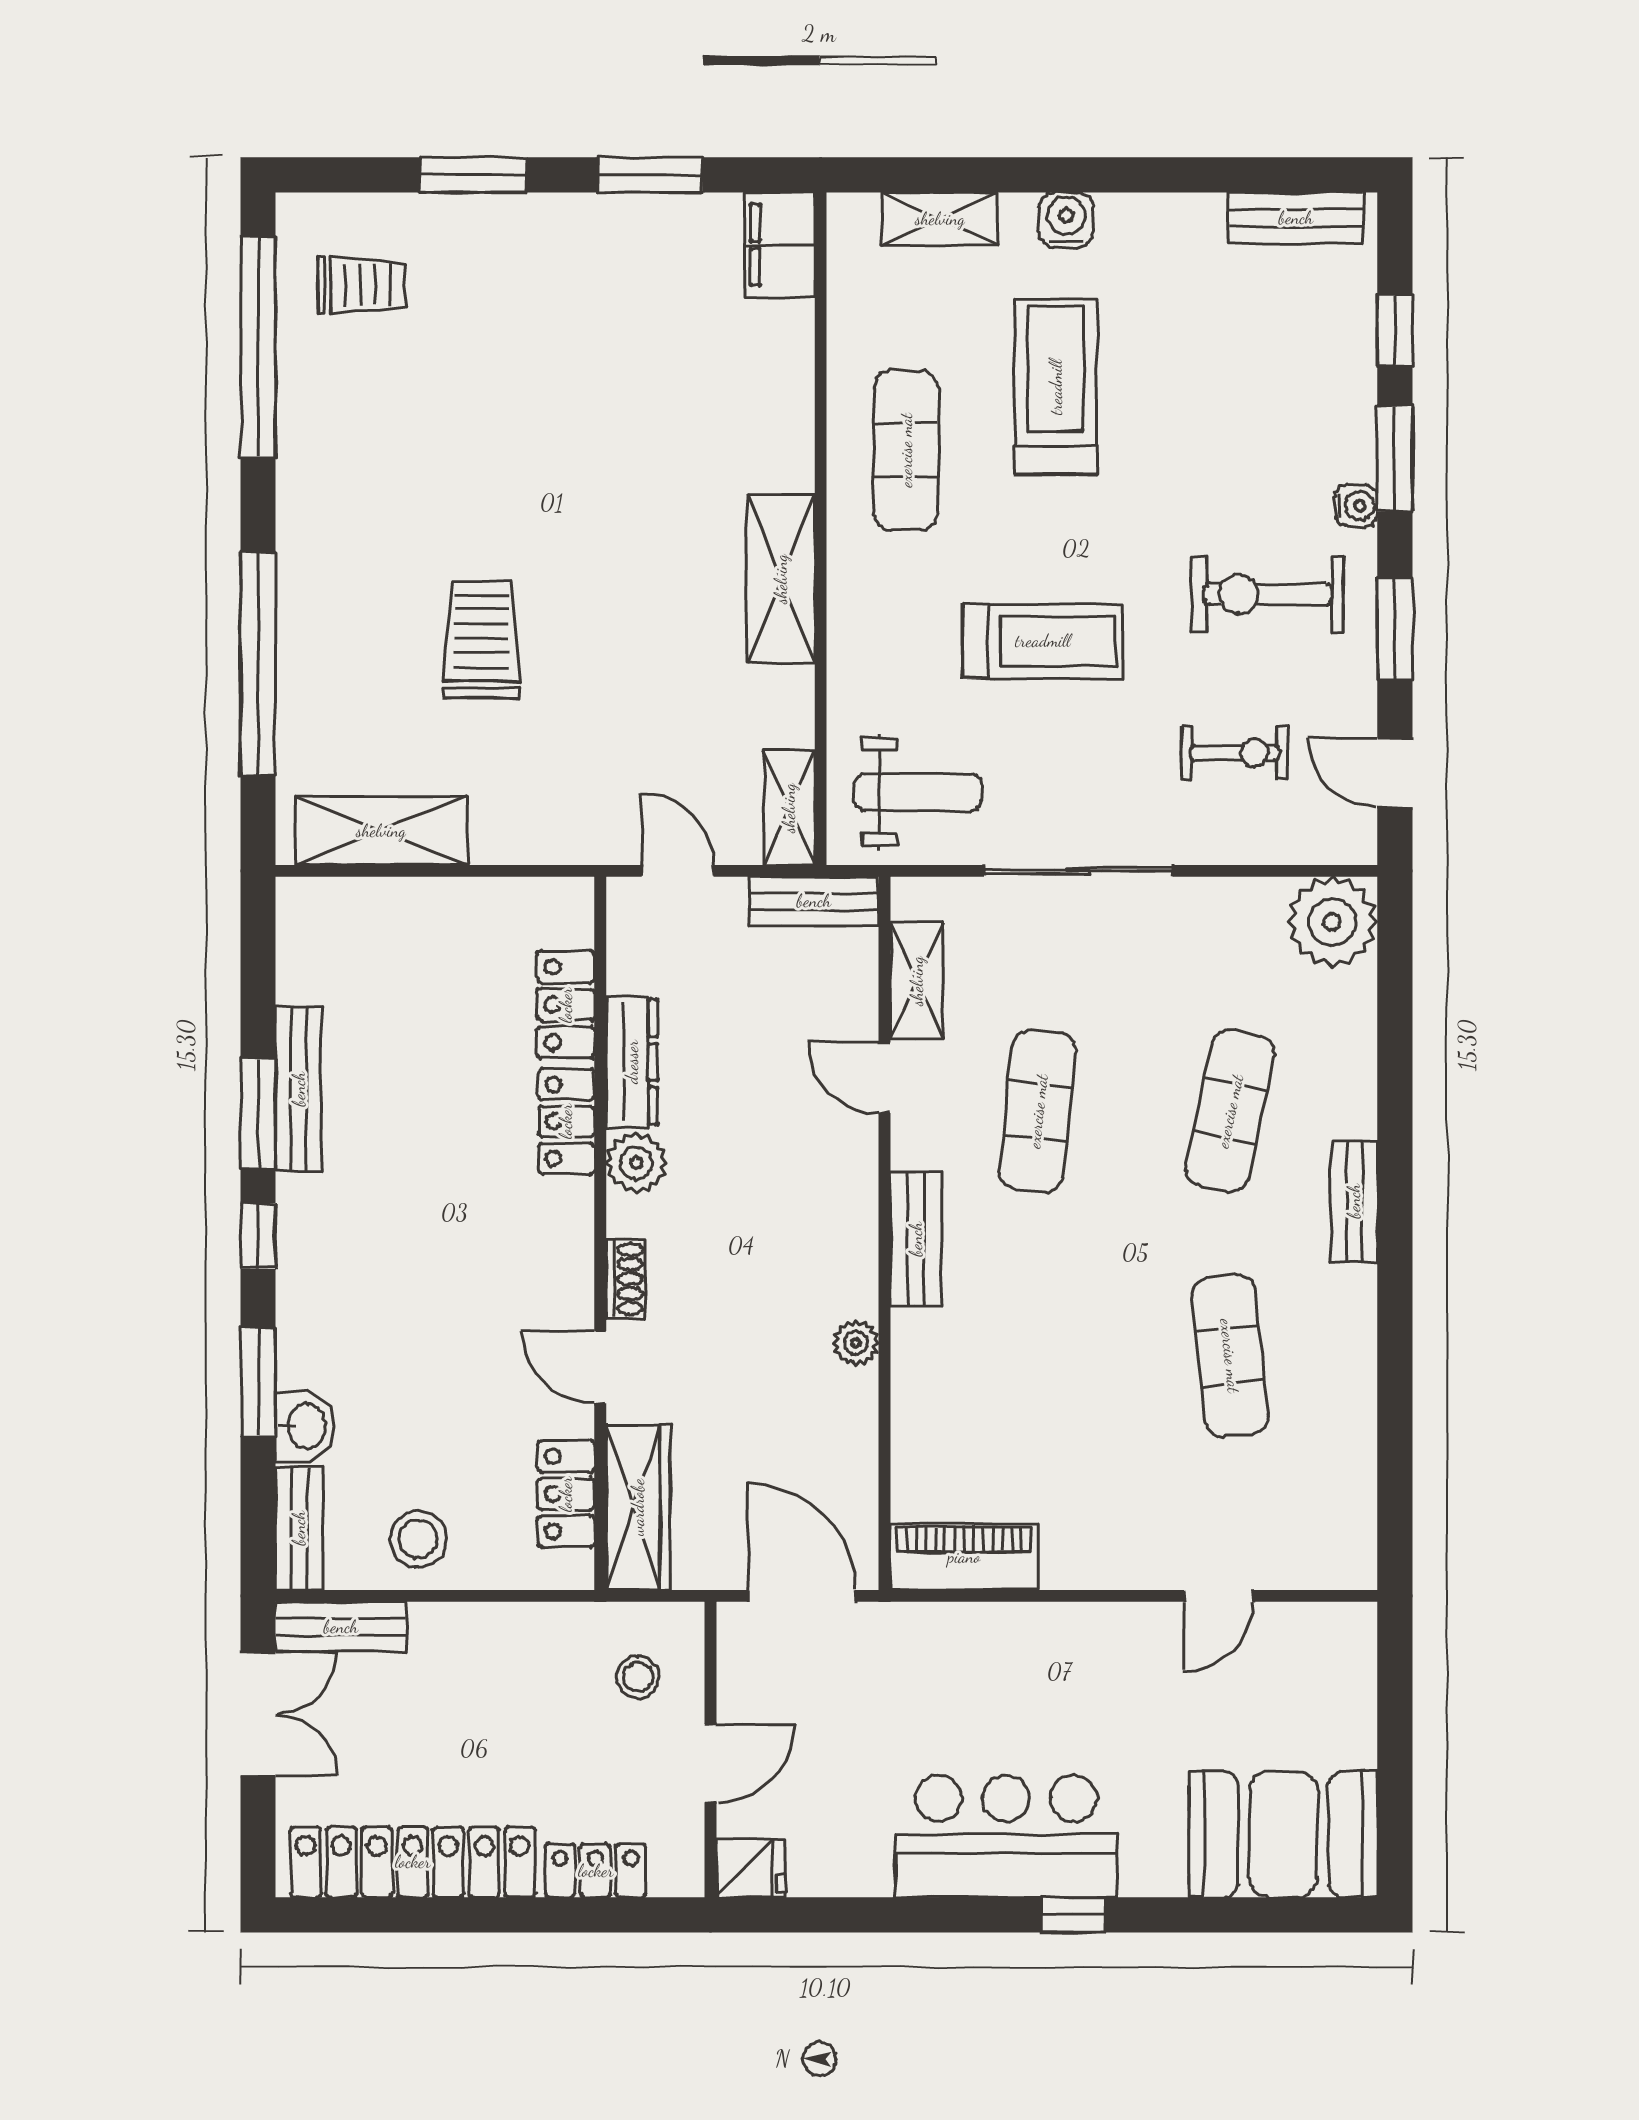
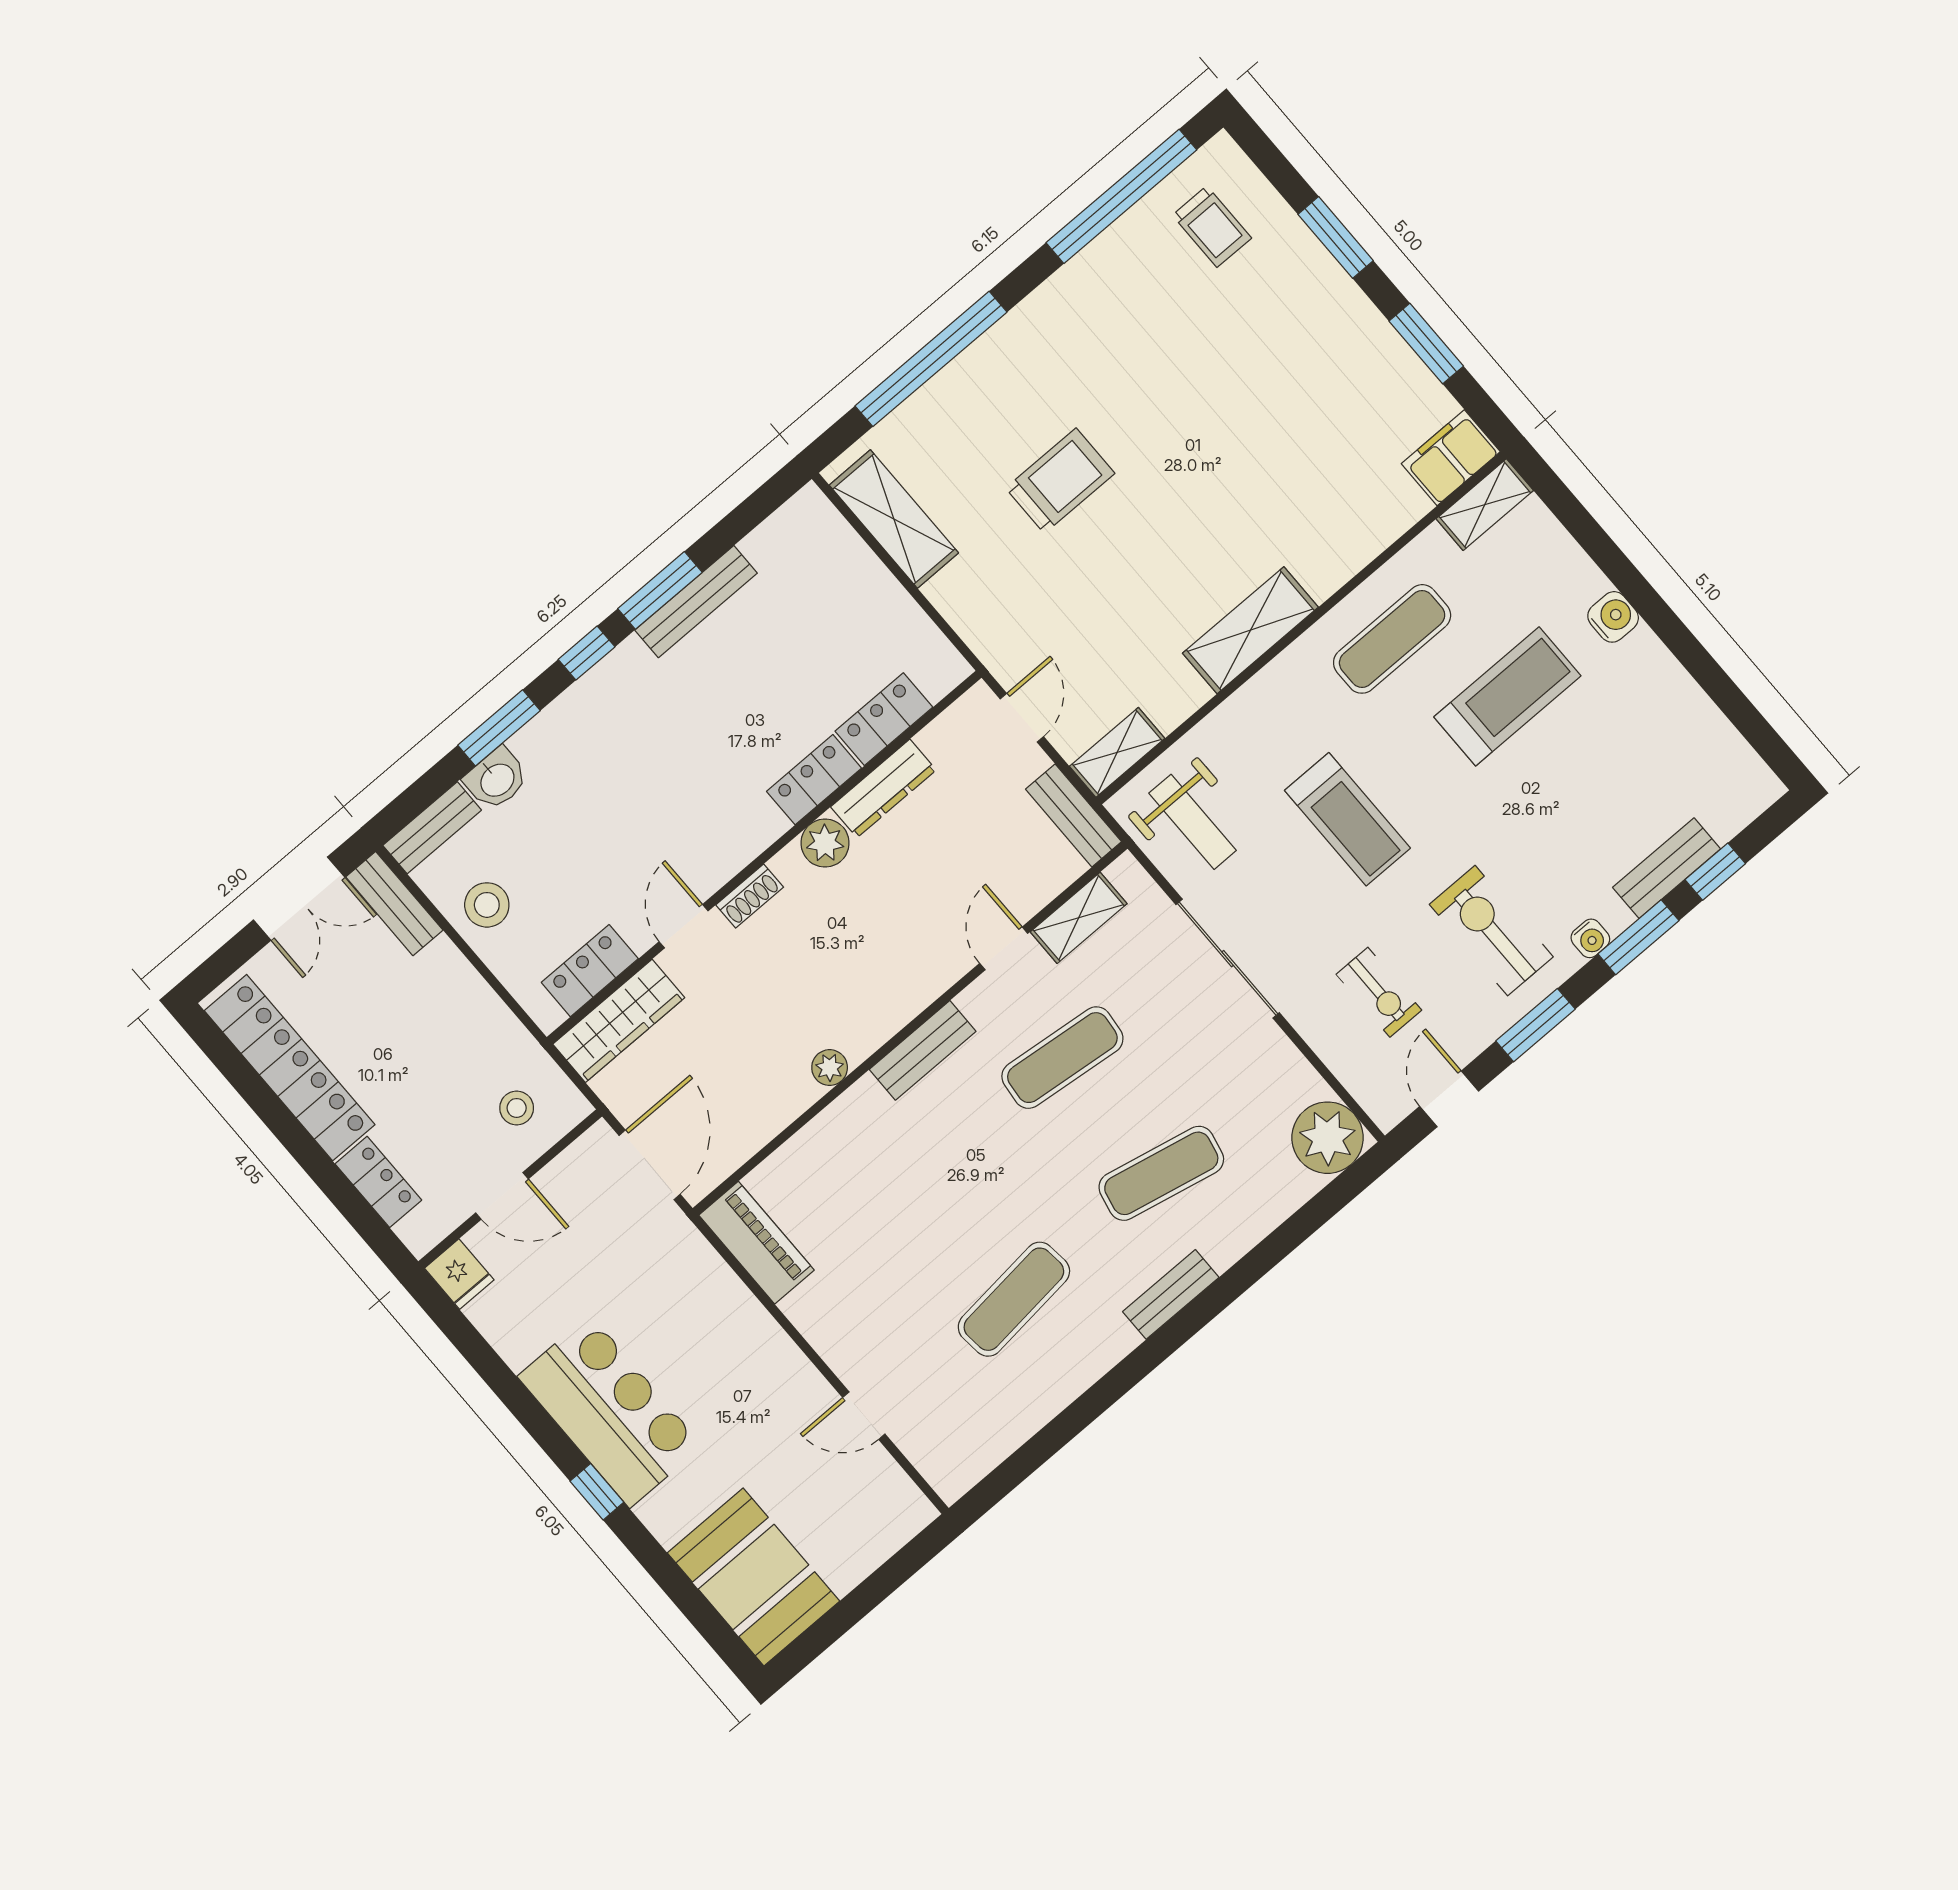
bench: (1296, 218) -> (1667, 868), moved, turned 90
shelving: (940, 219) -> (1485, 505), moved, turned 90

